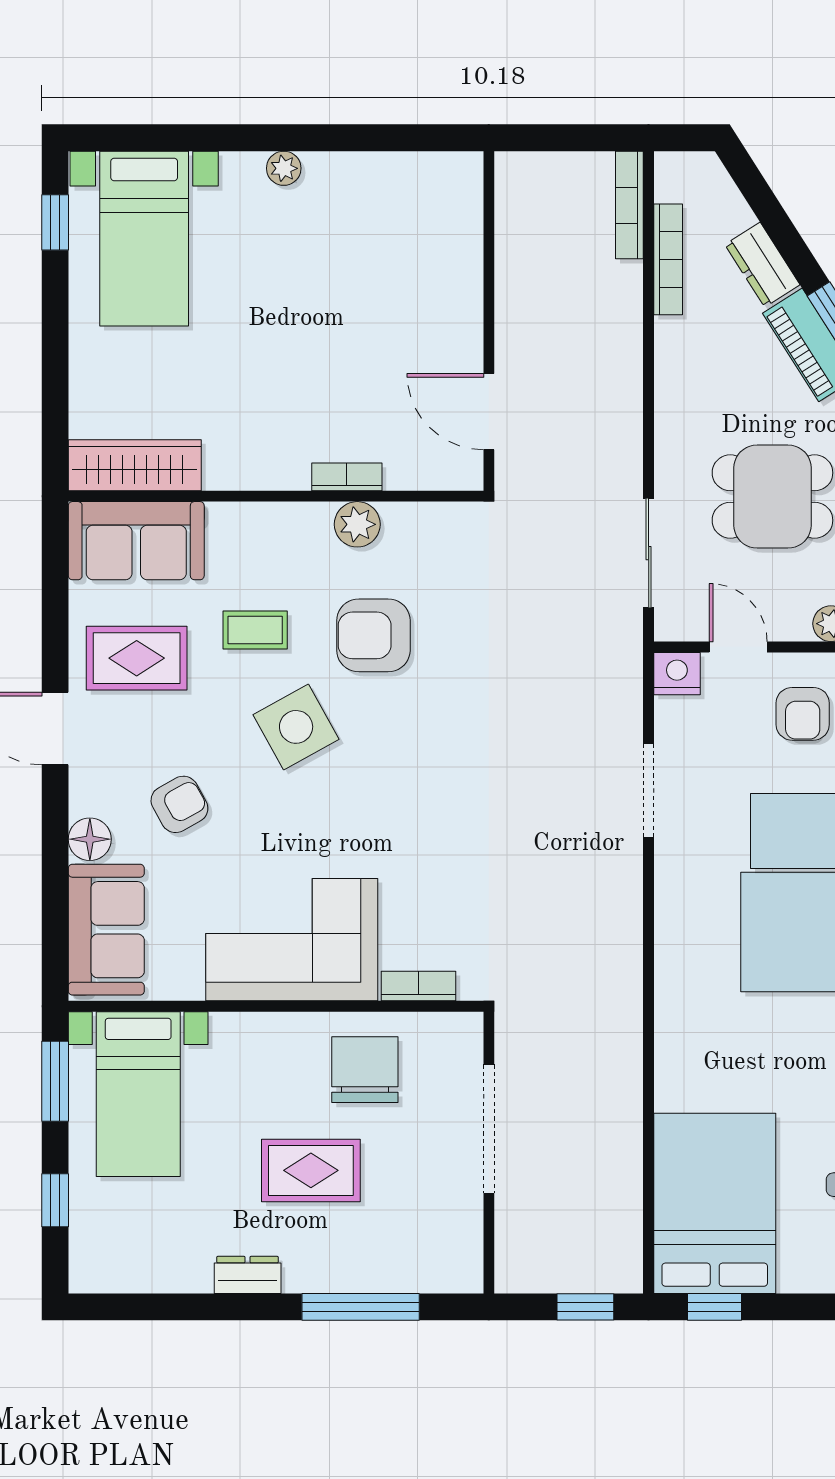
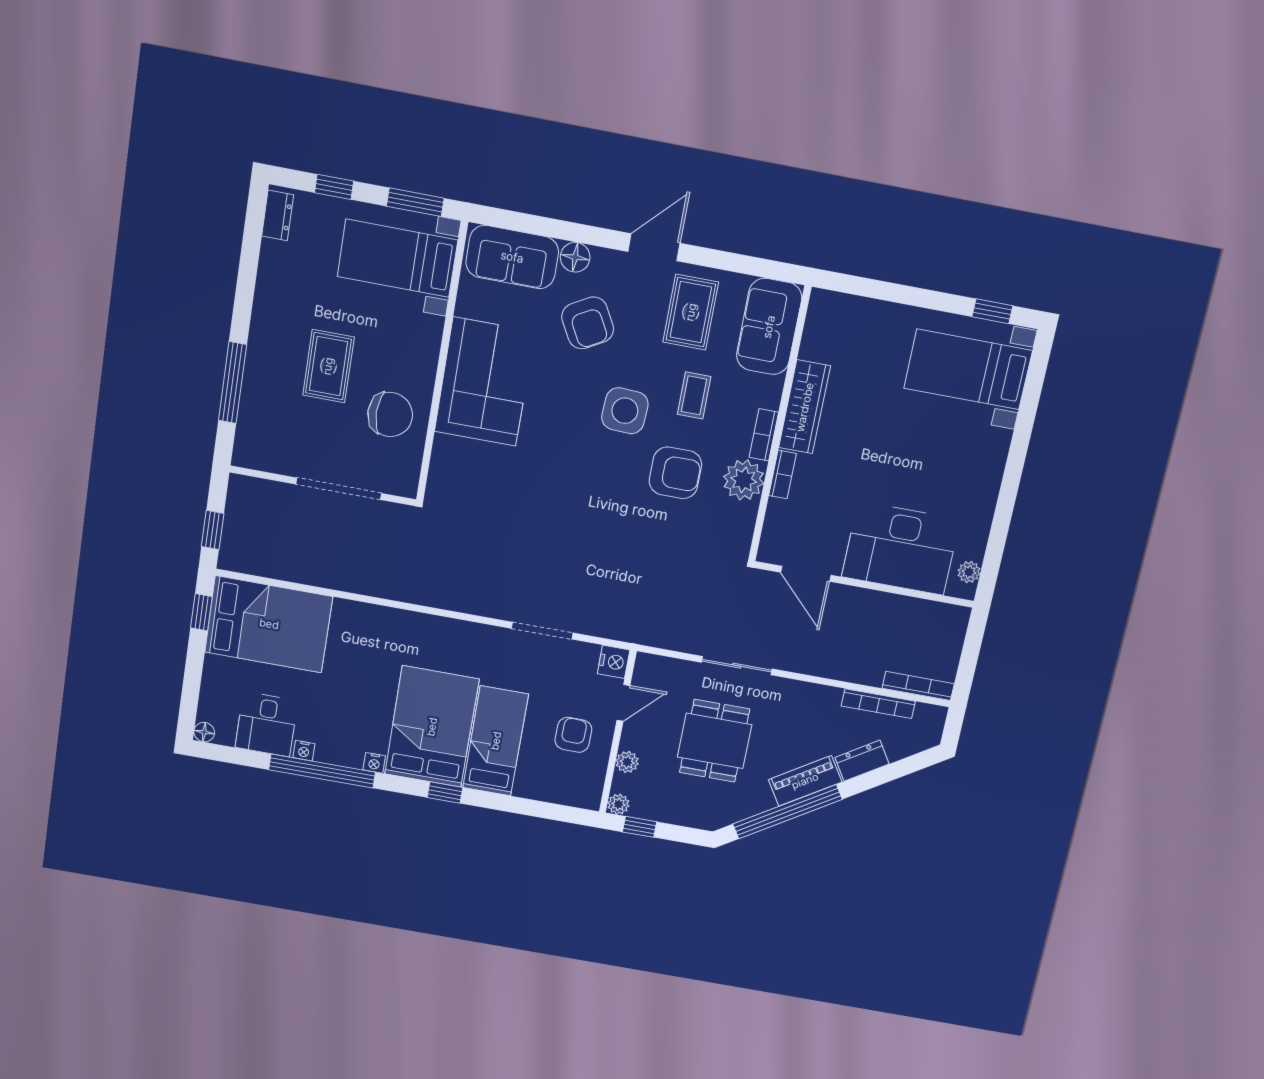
plant: (284, 168) -> (969, 572), moved
desk: (424, 278) -> (901, 548), added
door: (489, 412) -> (806, 574), swing flipped
wardrobe: (135, 465) -> (805, 407), moved
plant: (357, 524) -> (744, 480), width x1.36, depth x1.36
sliding door: (649, 553) -> (737, 666), moved
armchair: (373, 635) -> (675, 473), turned 90
armchair: (803, 714) -> (573, 735), turned 91
side table: (296, 727) -> (625, 411), turned 32
armchair: (179, 804) -> (588, 323), width x1.38, depth x1.38
bookcase: (418, 986) -> (764, 435), moved, turned 180
dresser: (248, 1275) -> (278, 216), moved

